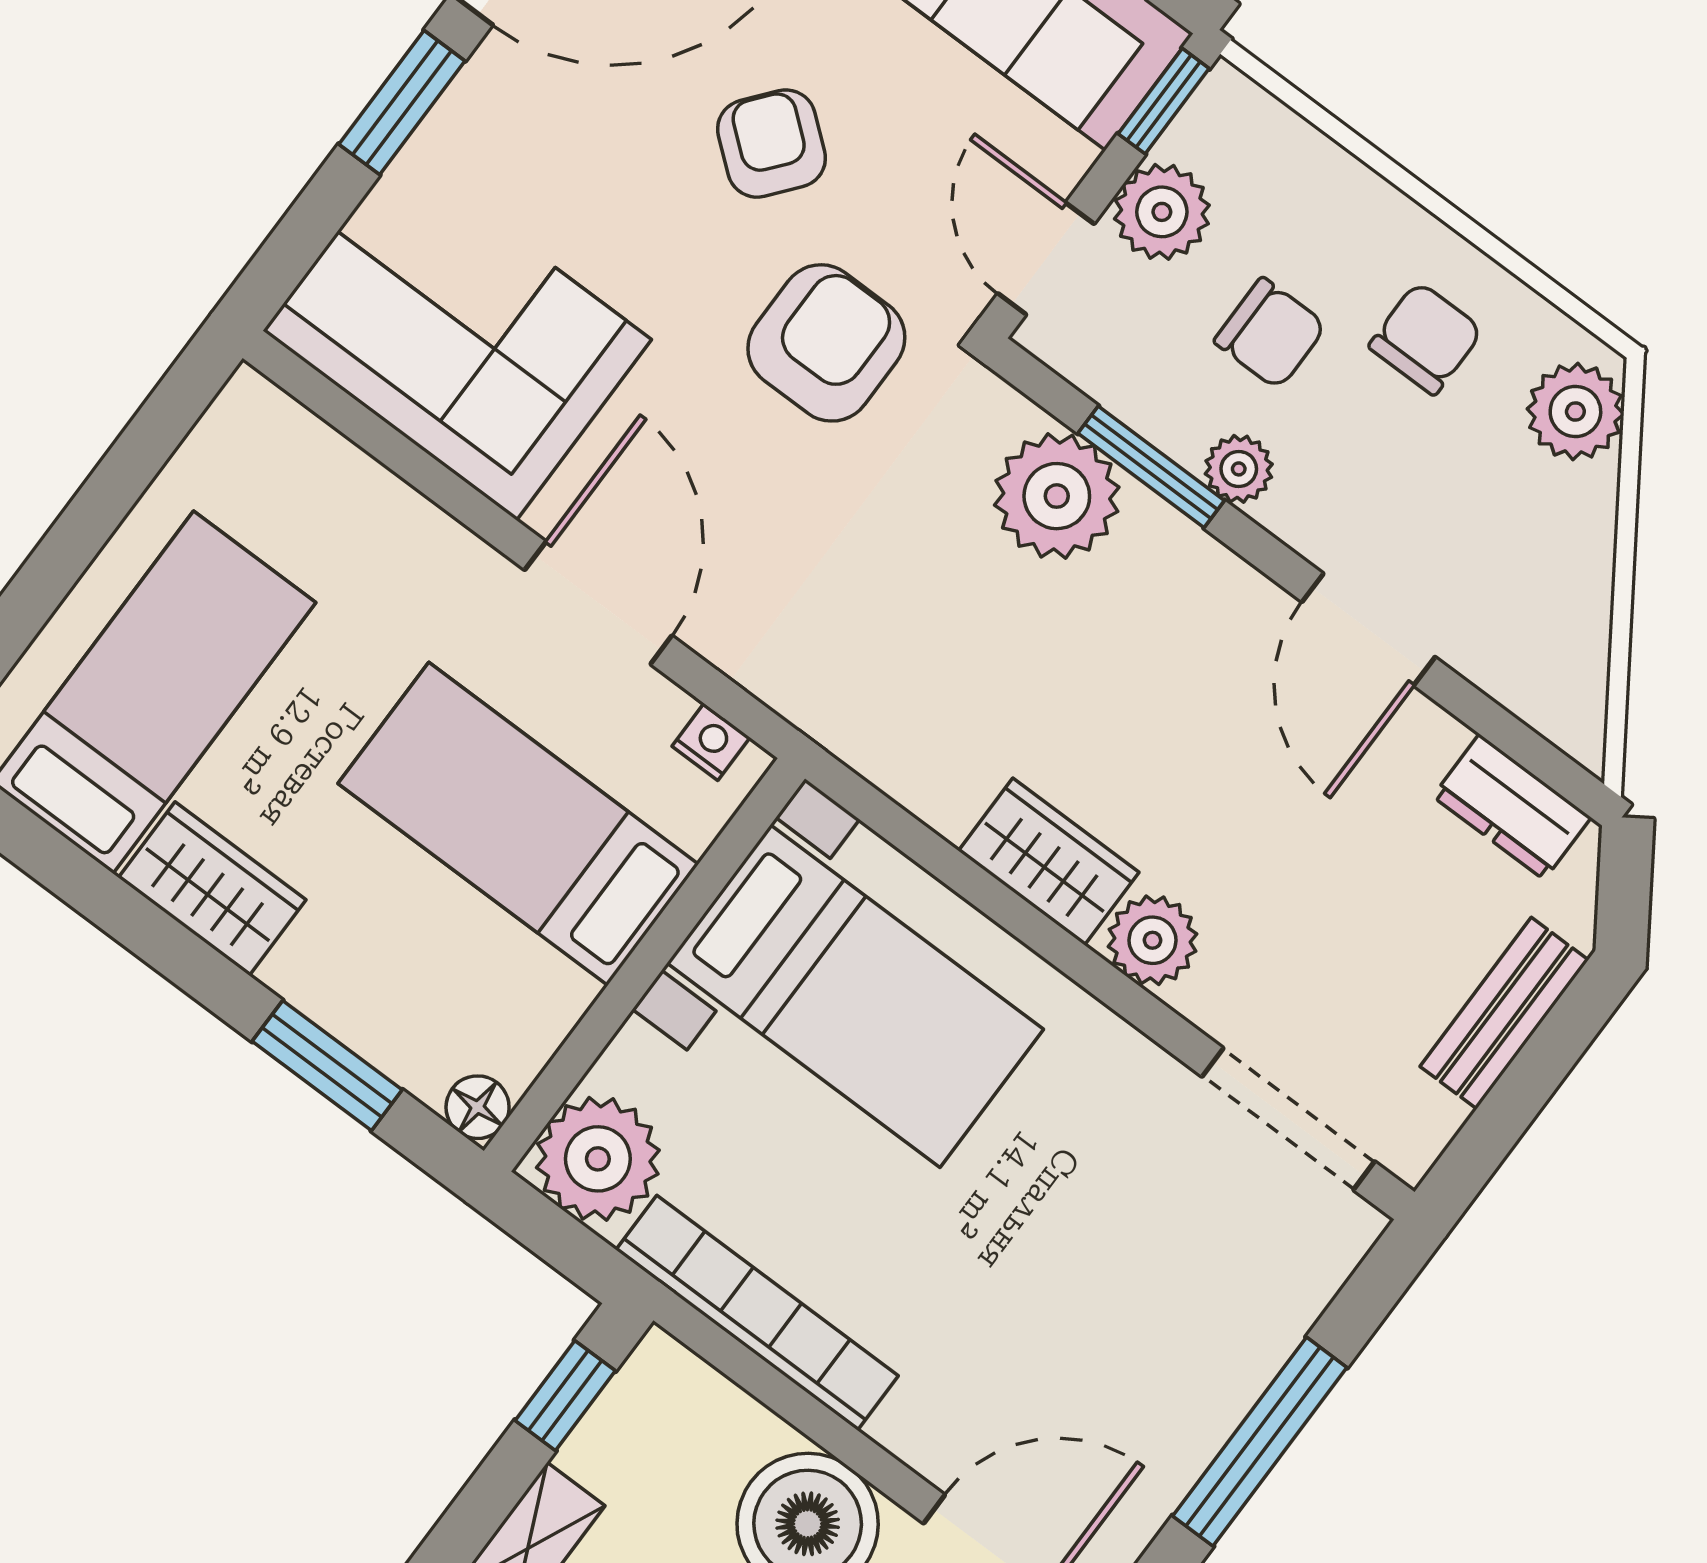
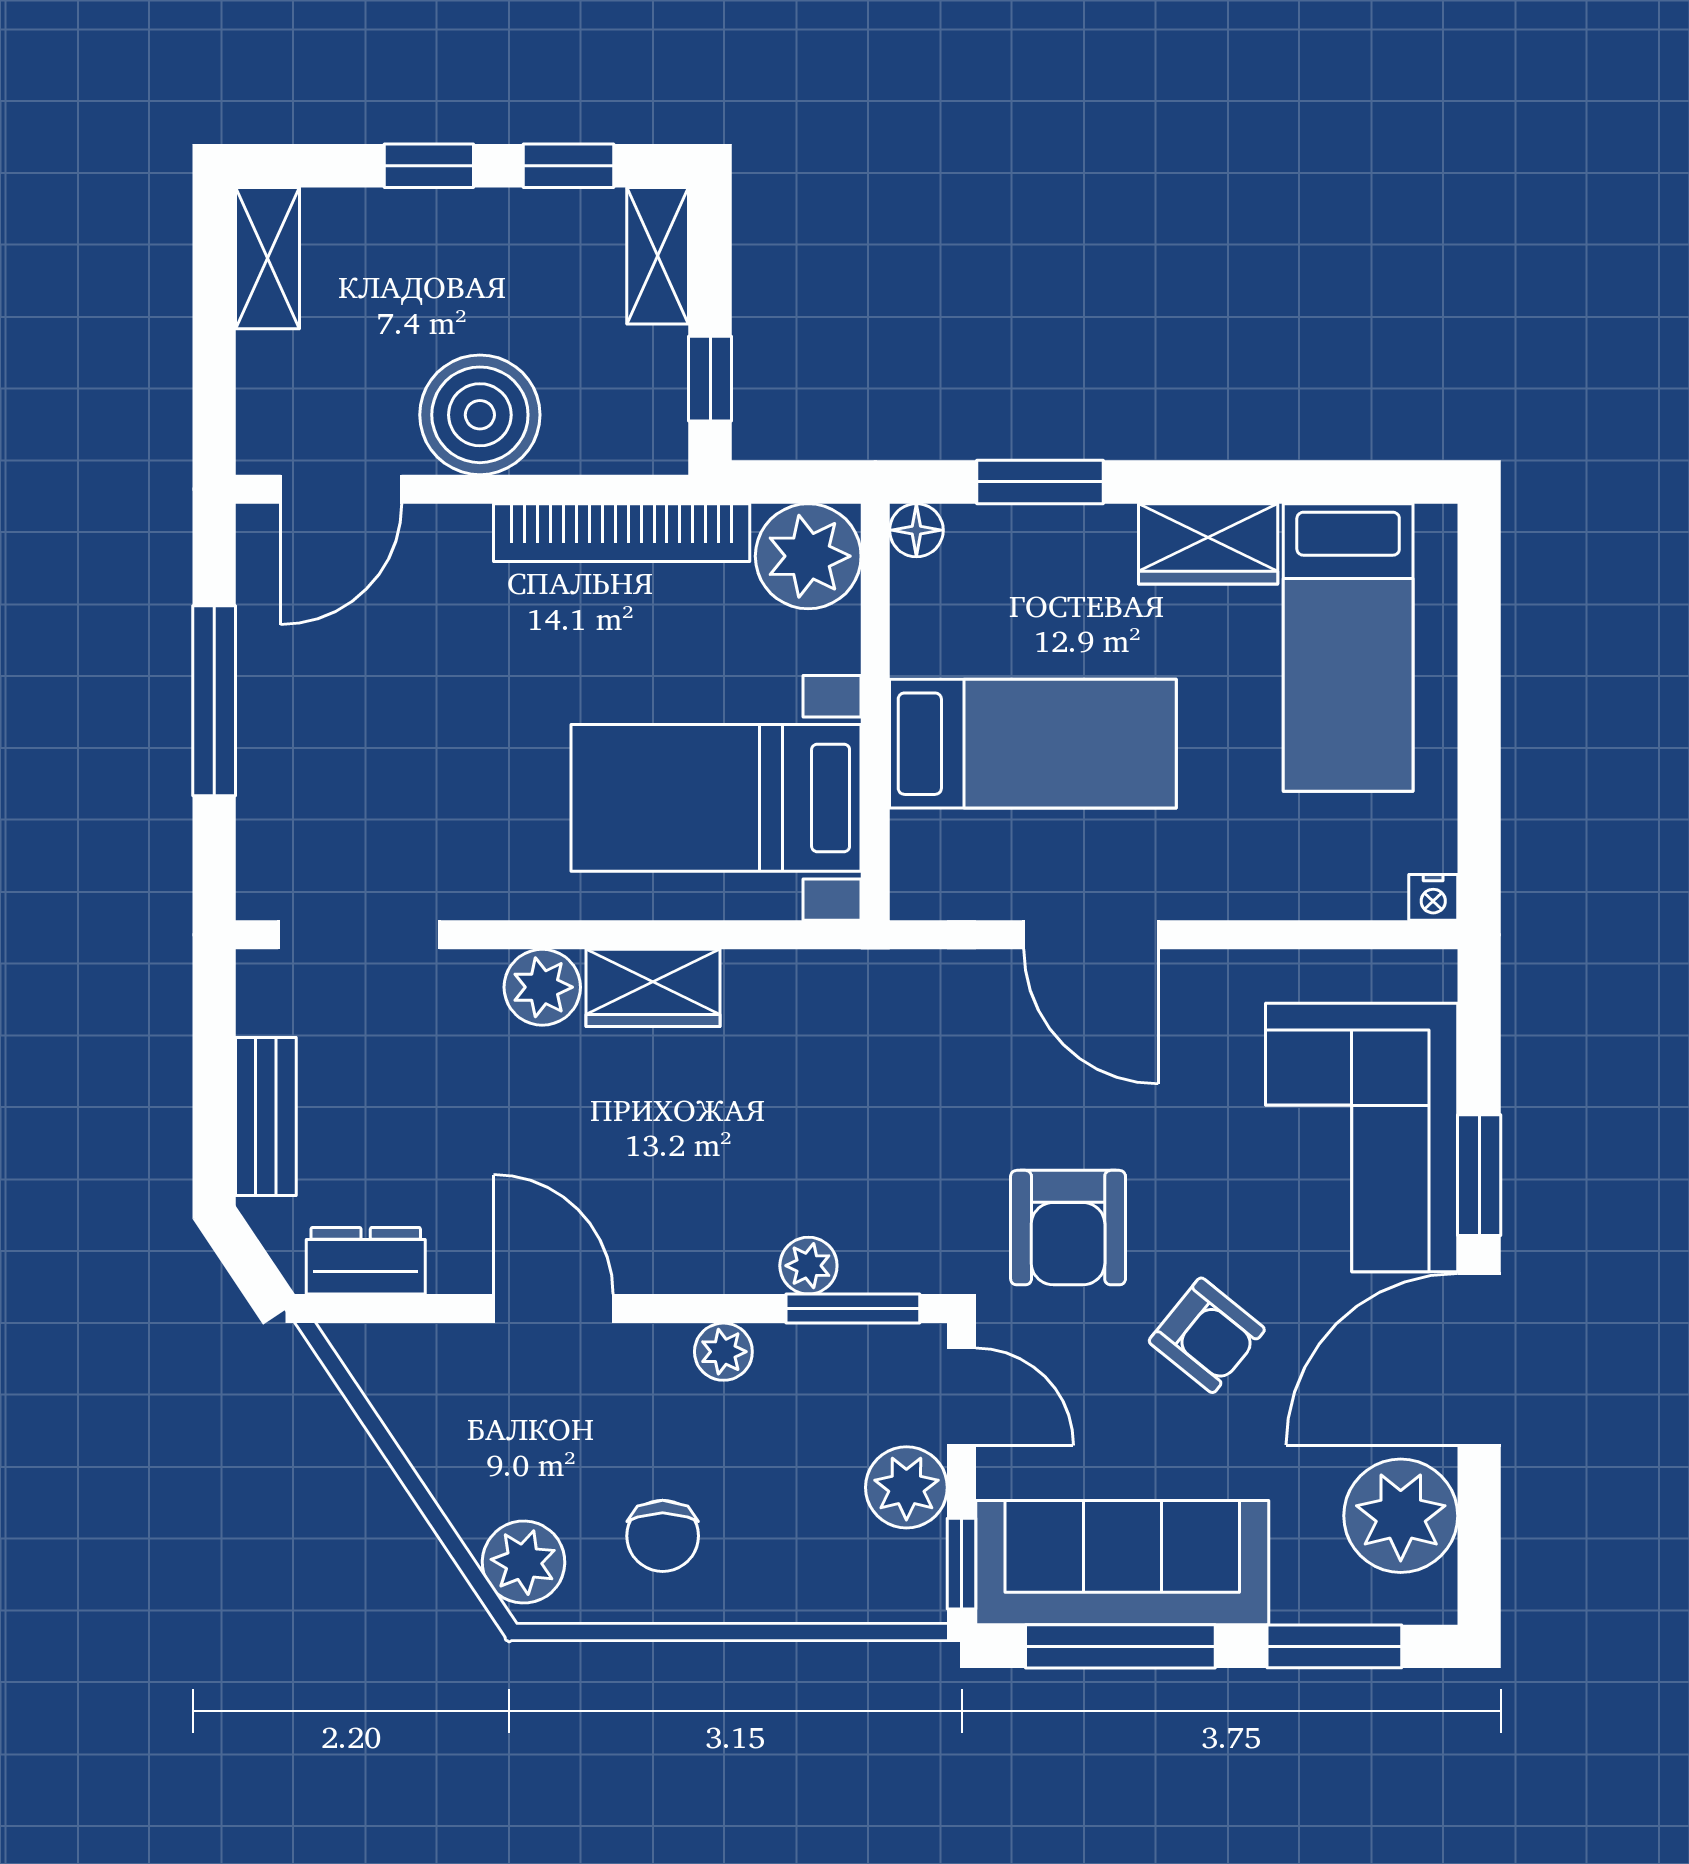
chair: (1270, 333) -> (771, 1460), removed
corner sofa: (457, 335) -> (1362, 1138), moved, turned 90
window: (1151, 467) -> (853, 1309), moved
plant: (1057, 496) -> (808, 1266), width x0.53, depth x0.53
nightstand: (711, 742) -> (1433, 897), moved

